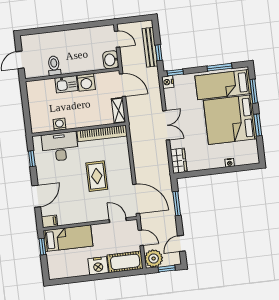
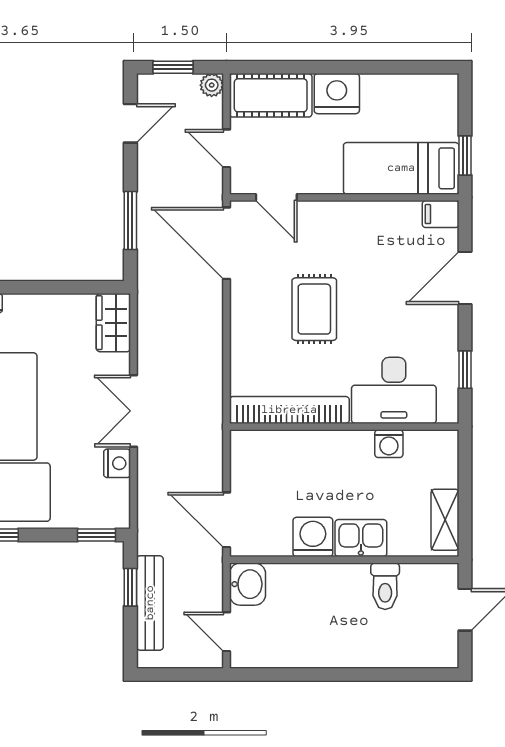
nightstand: (168, 82) -> (117, 463), moved
shelving: (119, 110) -> (445, 520), moved
plant: (154, 258) -> (212, 85), width x0.53, depth x0.53

